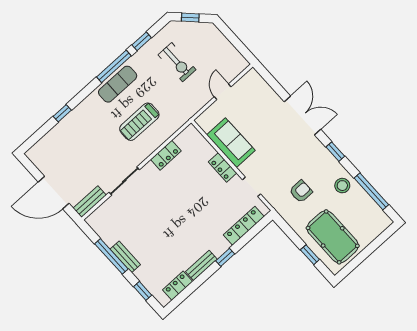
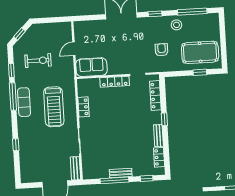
door: (223, 92) -> (74, 49), hinge flipped
treadmill: (139, 122) -> (54, 107), width x1.37, depth x1.37
sofa: (231, 143) -> (91, 67), moved
locker: (223, 167) -> (115, 82), width x1.53

